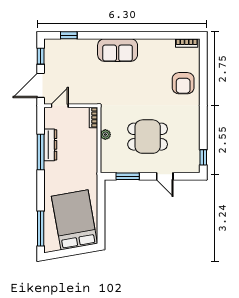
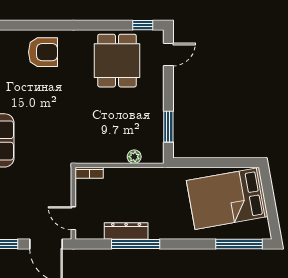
plant: (105, 135) -> (134, 157), moved
dining table: (148, 137) -> (117, 61), moved
door: (165, 176) -> (168, 55), moved

